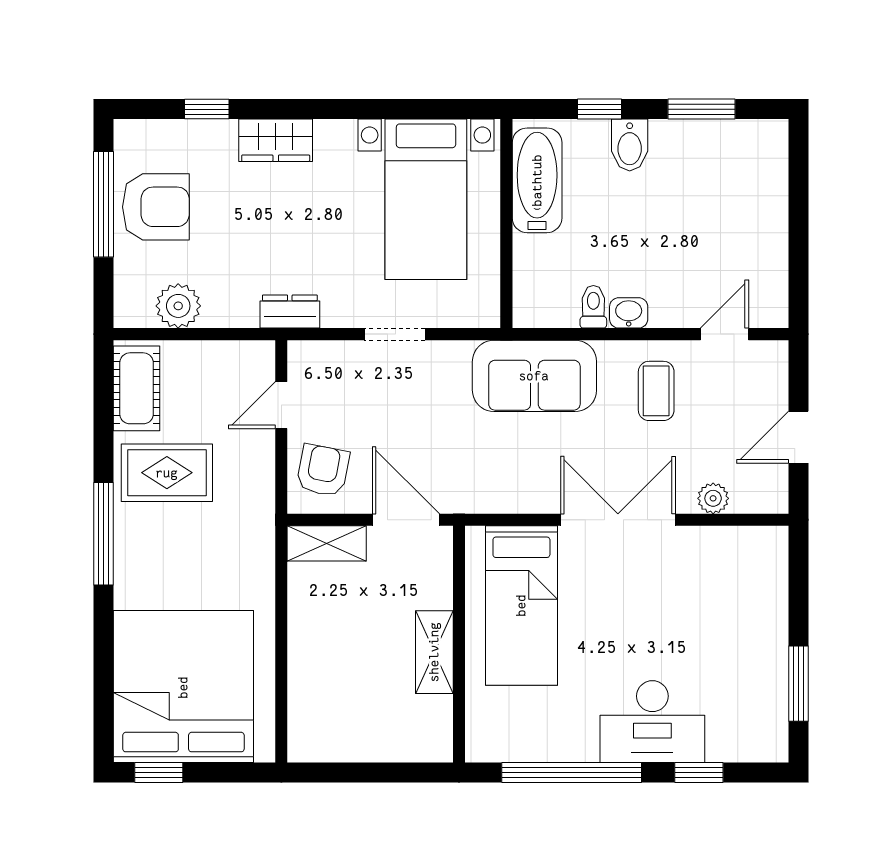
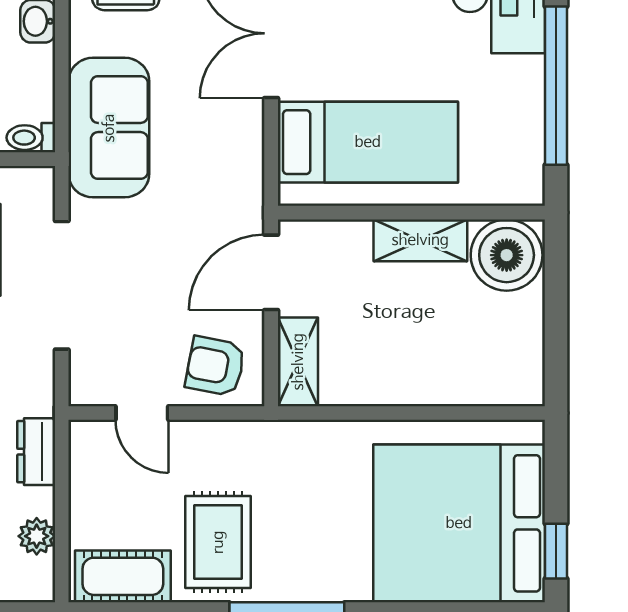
plant: (178, 306) -> (37, 536), width x0.73, depth x0.73
toilet: (593, 307) -> (31, 138), moved
dresser: (290, 312) -> (36, 452), moved
doorway: (395, 334) -> (62, 285), width x1.88
boiler: (421, 729) -> (507, 255), added

